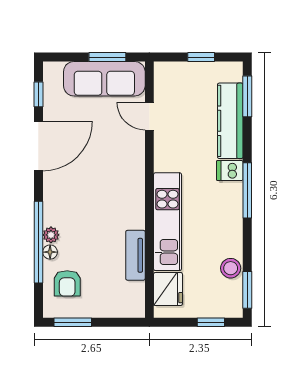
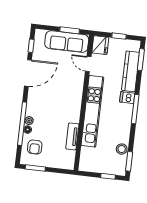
kitchen unit: (167, 222) -> (92, 111), width x1.36
fridge: (168, 289) -> (100, 45), moved

